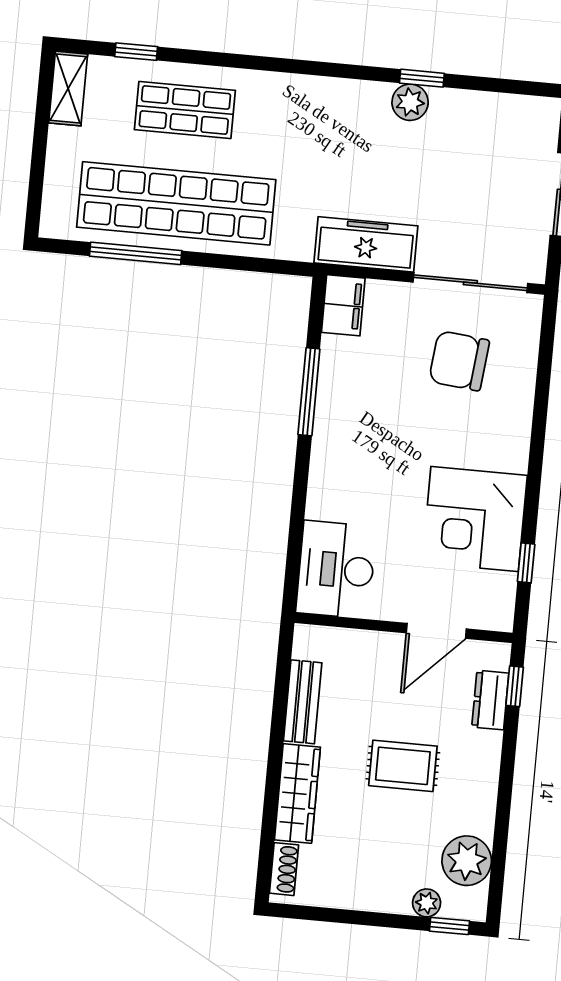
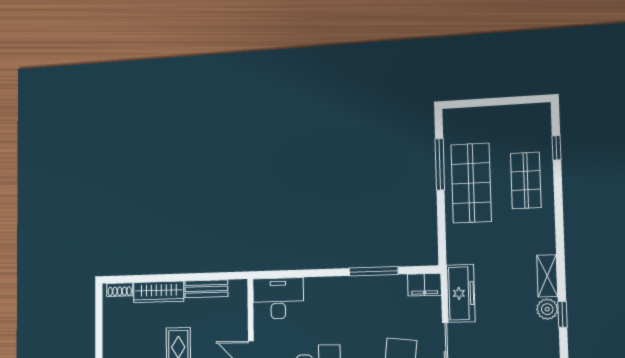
shelving: (68, 89) -> (547, 276), moved, turned 90
shop shelf: (176, 203) -> (471, 183), width x0.71

